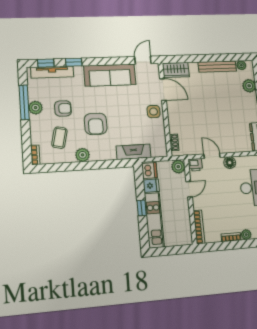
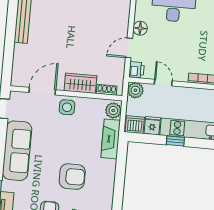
wardrobe: (176, 70) -> (80, 83), moved, turned -90
plant: (83, 155) -> (113, 110), moved

